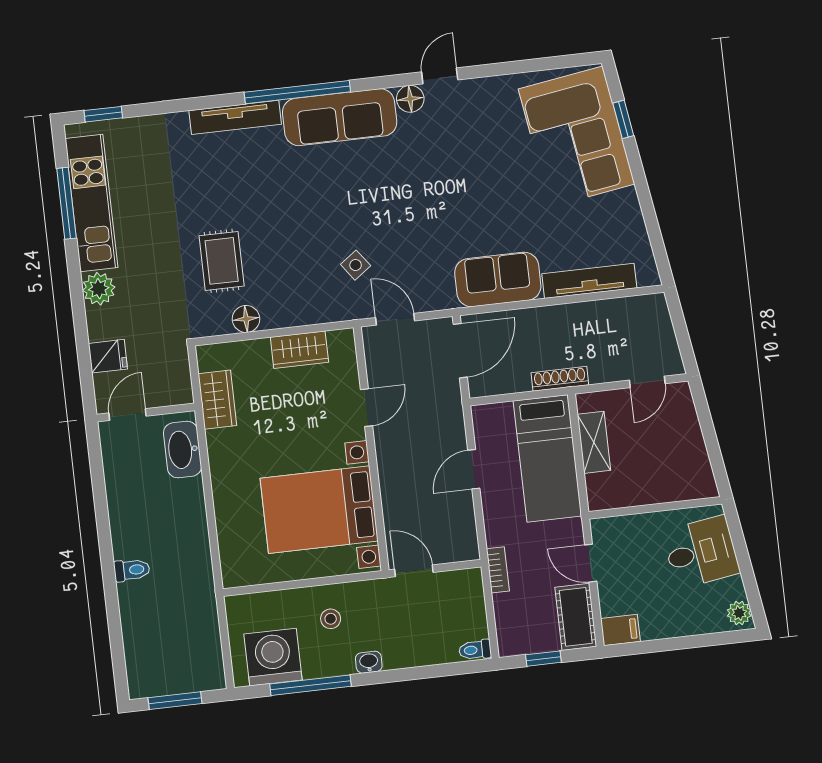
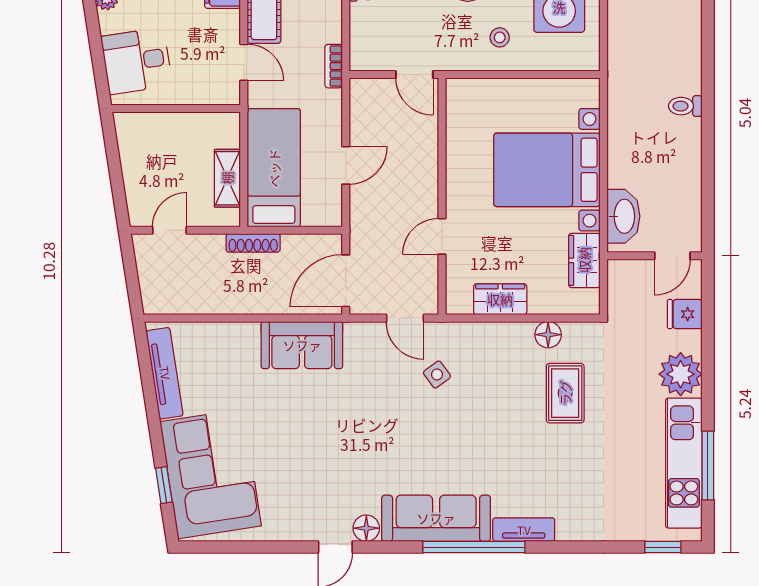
tv unit: (235, 117) -> (524, 530), width x0.71
tv unit: (589, 281) -> (165, 373), moved, turned -99
plant: (99, 289) -> (681, 374), width x1.36, depth x1.36
bed with nightstands: (319, 510) -> (547, 170), moved, turned 180

